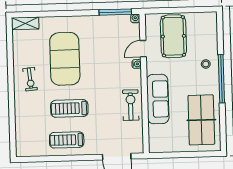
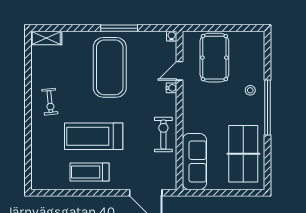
window: (115, 12) -> (119, 28), moved
exercise mat: (65, 59) -> (110, 67), moved
sofa: (158, 99) -> (194, 162), moved
treadmill: (69, 108) -> (94, 136), width x1.37, depth x1.38

